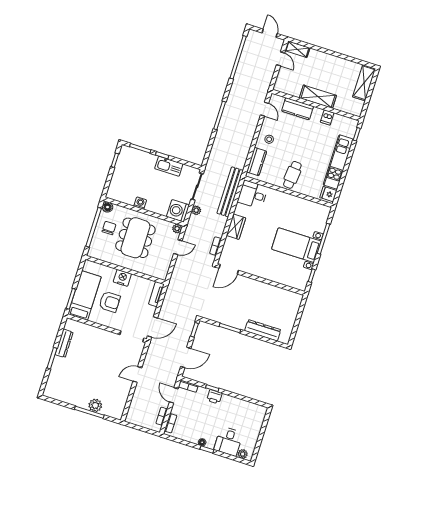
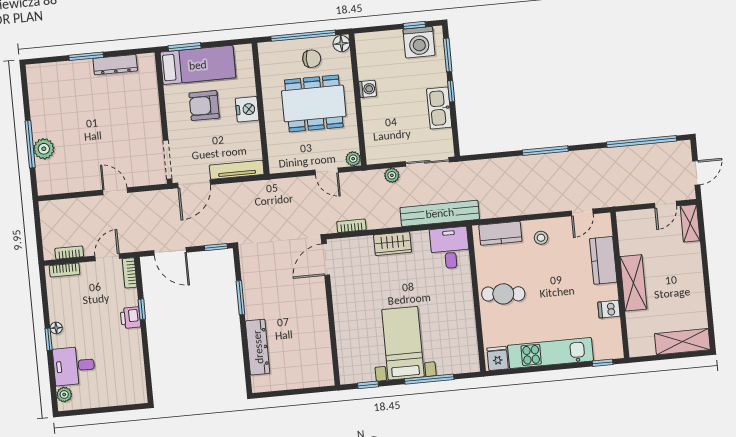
washing machine: (178, 211) -> (419, 42), moved, turned 180
door: (229, 269) -> (326, 260), hinge flipped
tv unit: (156, 294) -> (237, 170), width x1.41
armchair: (110, 302) -> (204, 106), turned 90
door: (153, 327) -> (194, 184), hinge flipped

